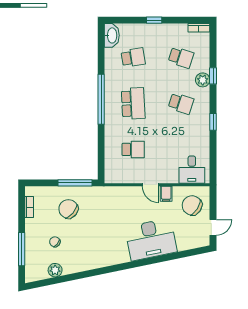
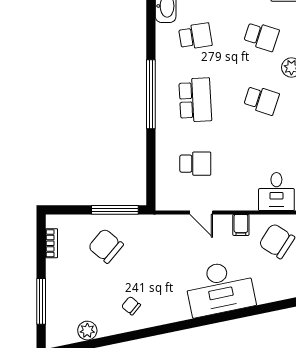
door: (150, 185) -> (201, 212), moved
chair: (55, 242) -> (131, 306), moved

